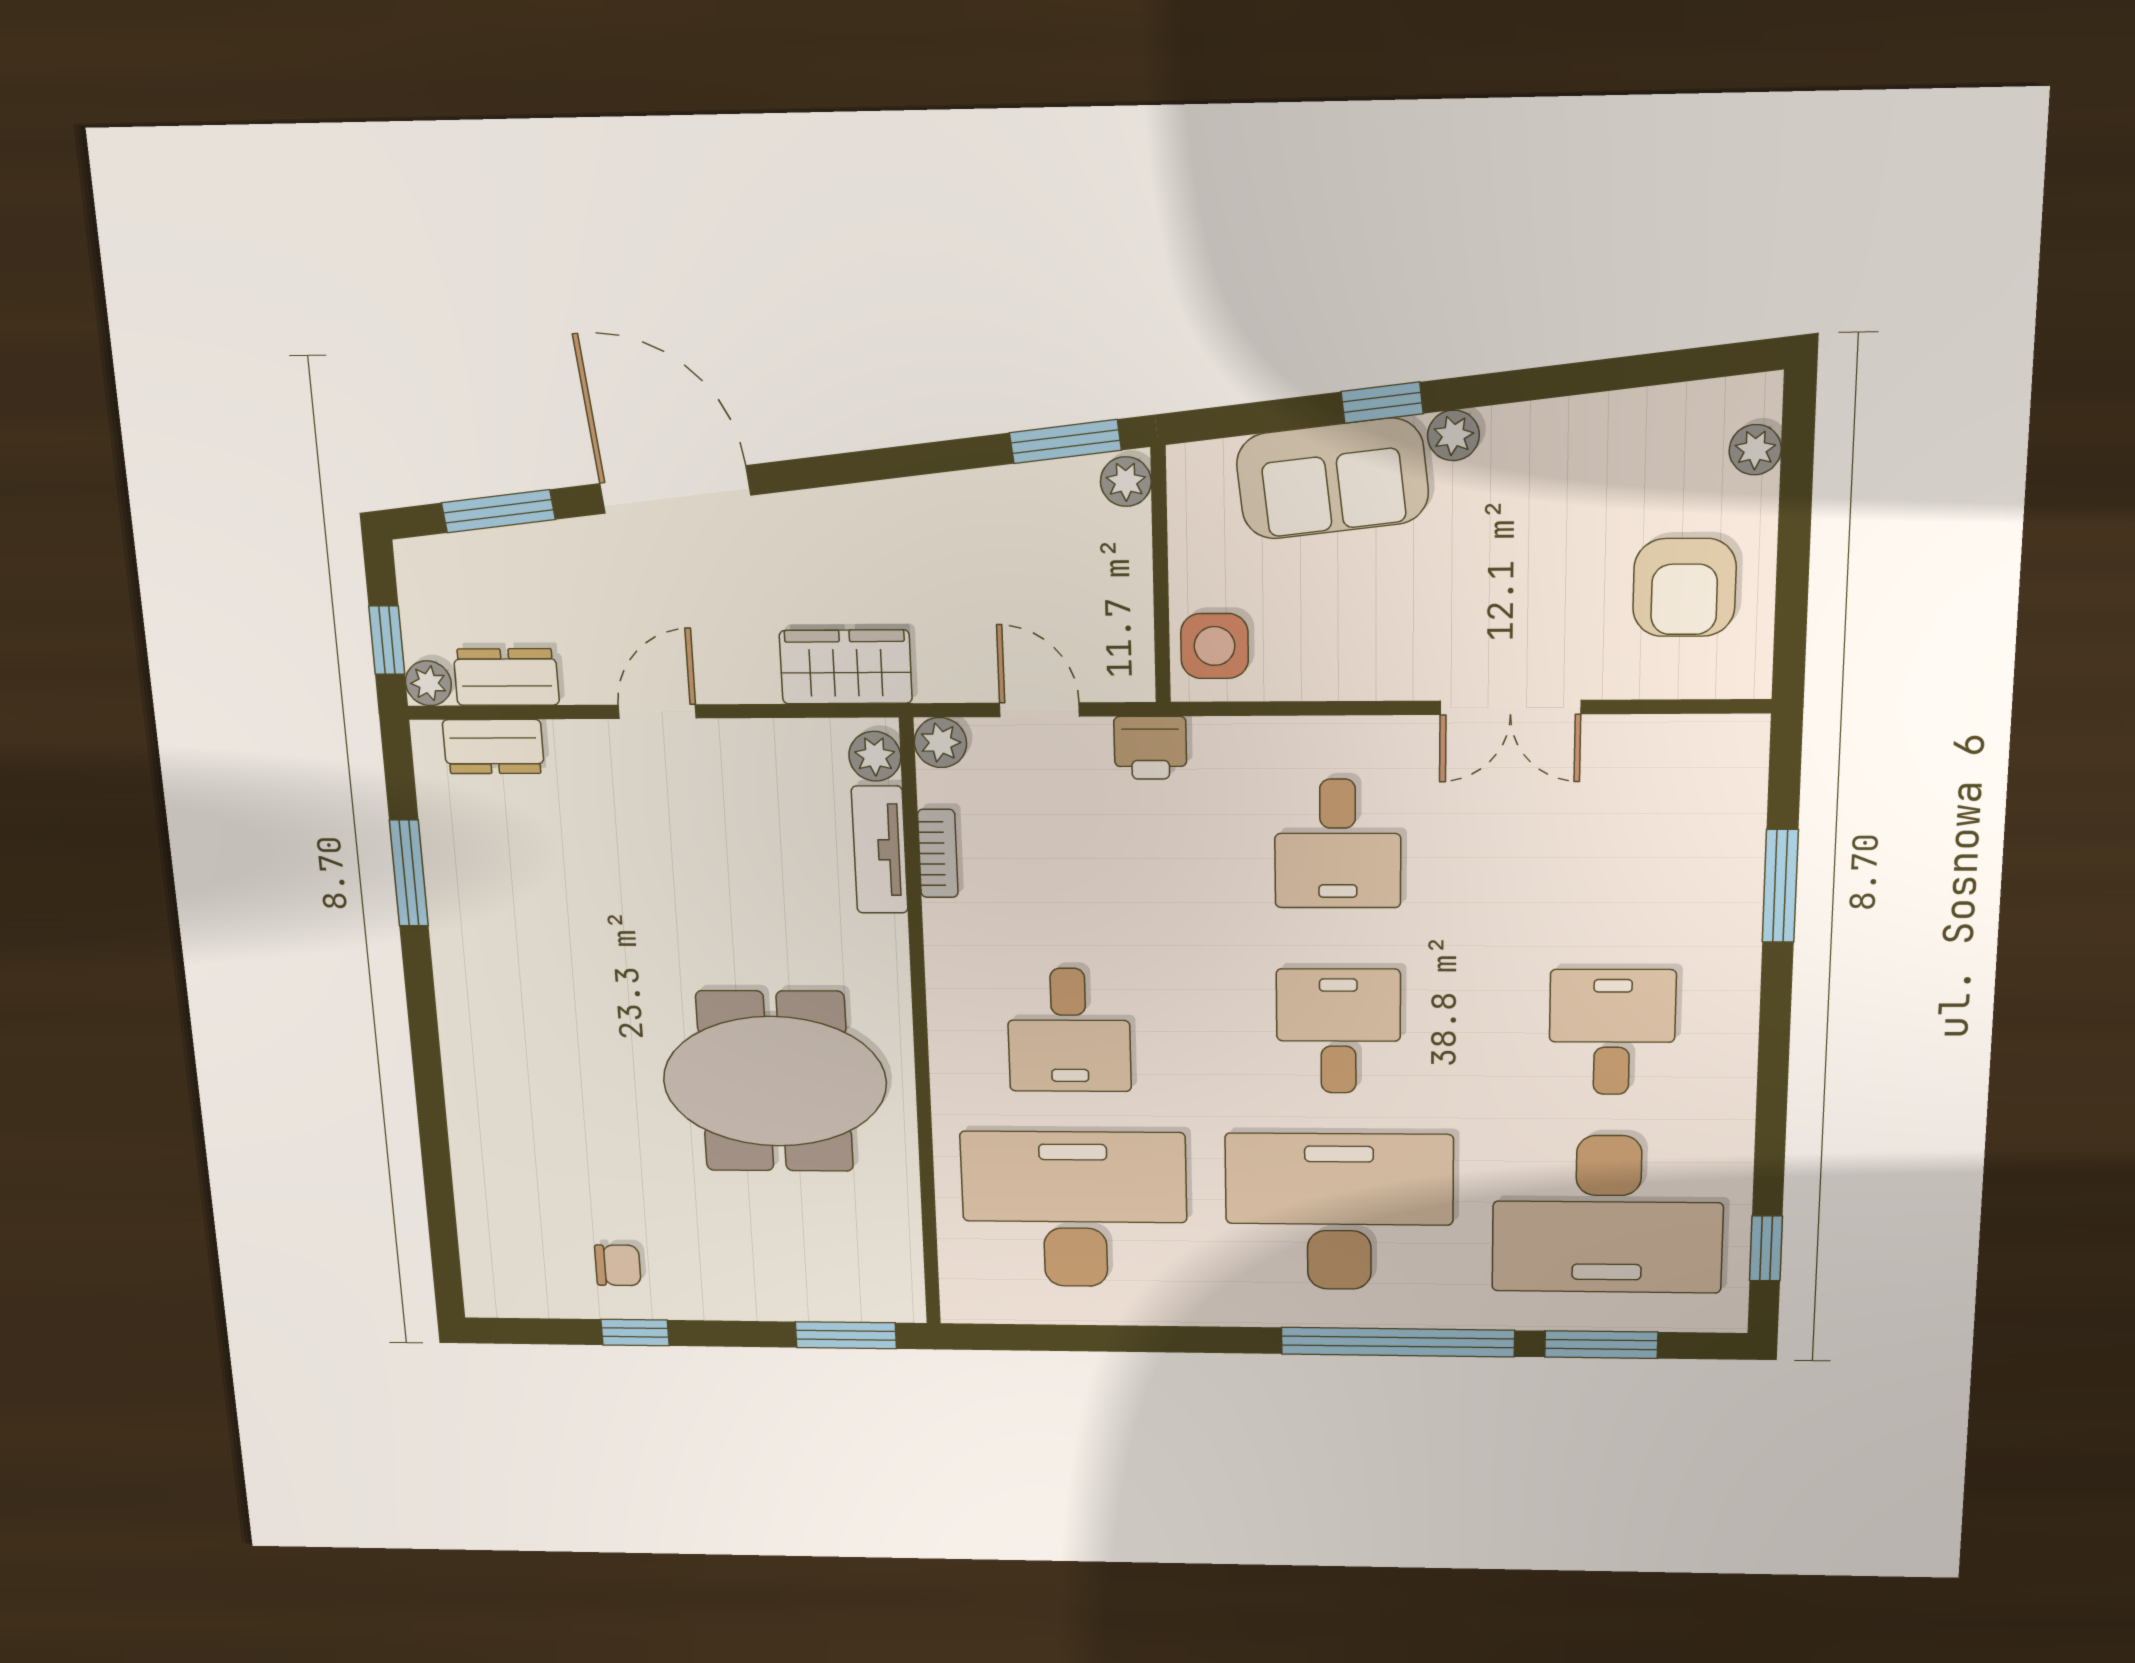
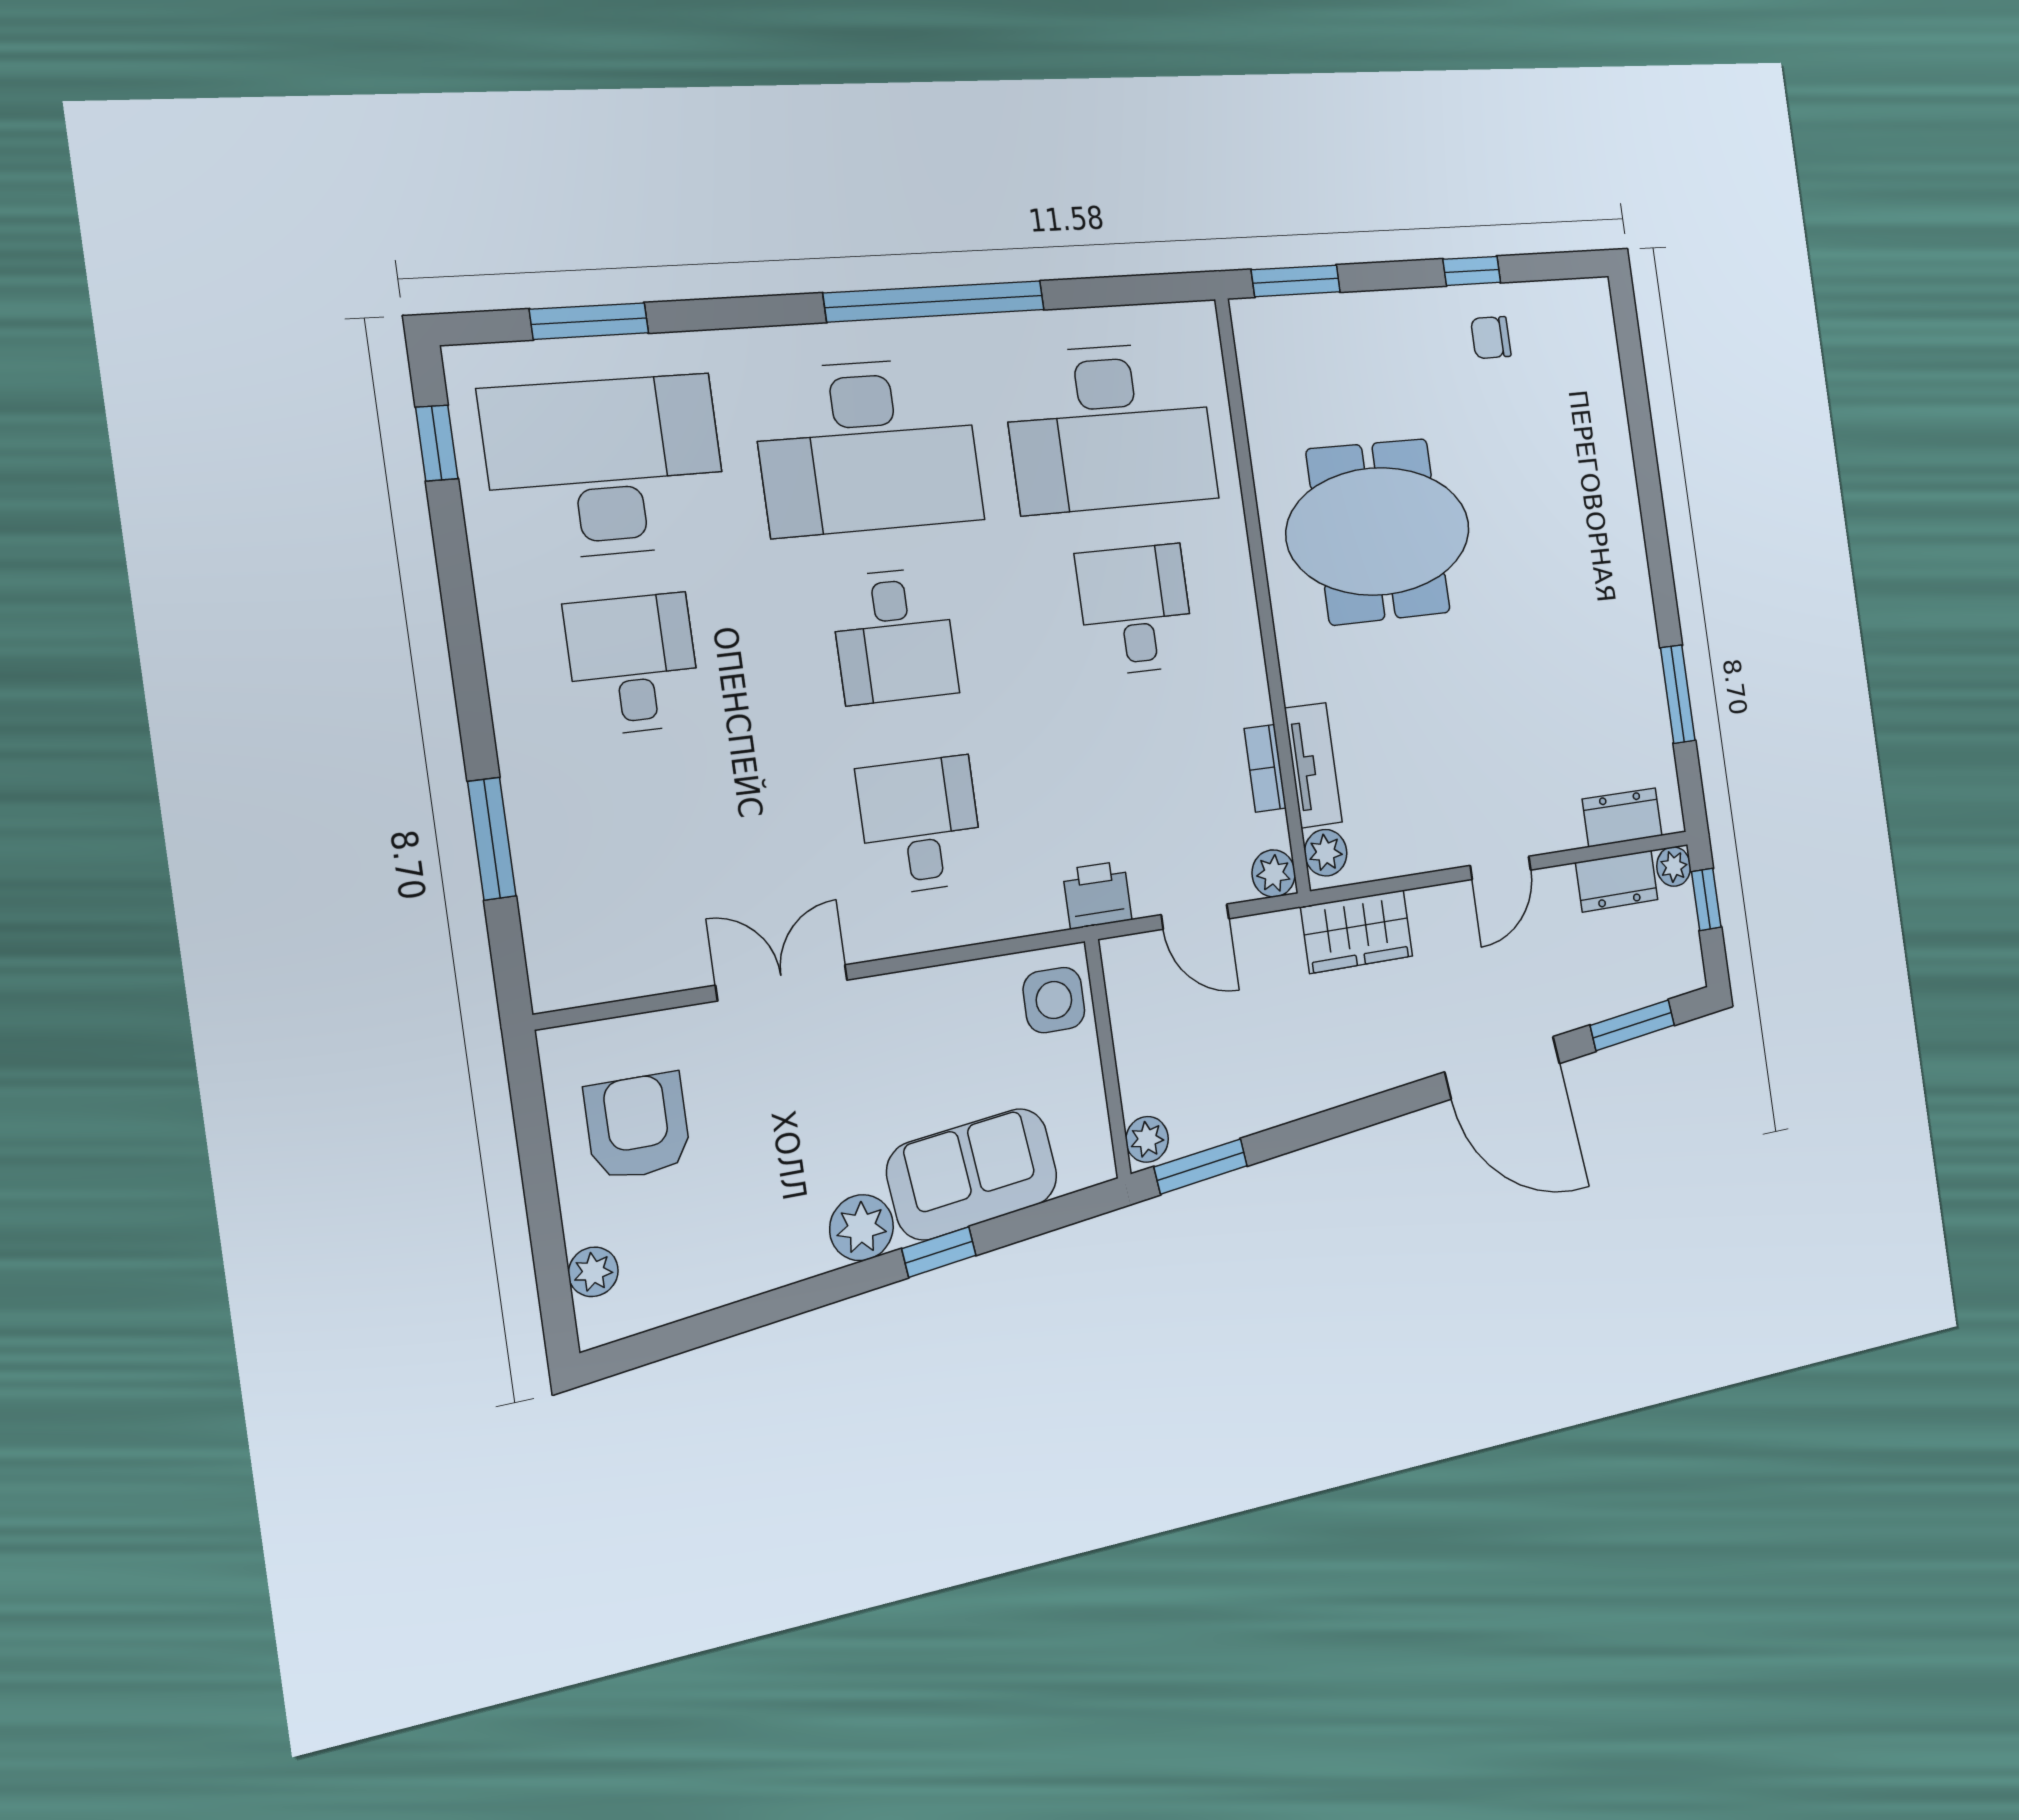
plant: (1453, 435) -> (862, 1228), width x1.38, depth x1.38
desk: (1612, 1032) -> (633, 664), turned 180
window: (1398, 1342) -> (935, 301), moved

